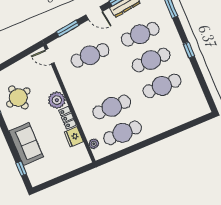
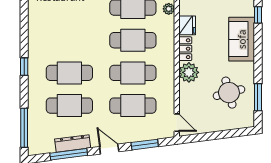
cafe table: (162, 86) -> (133, 73), moved

